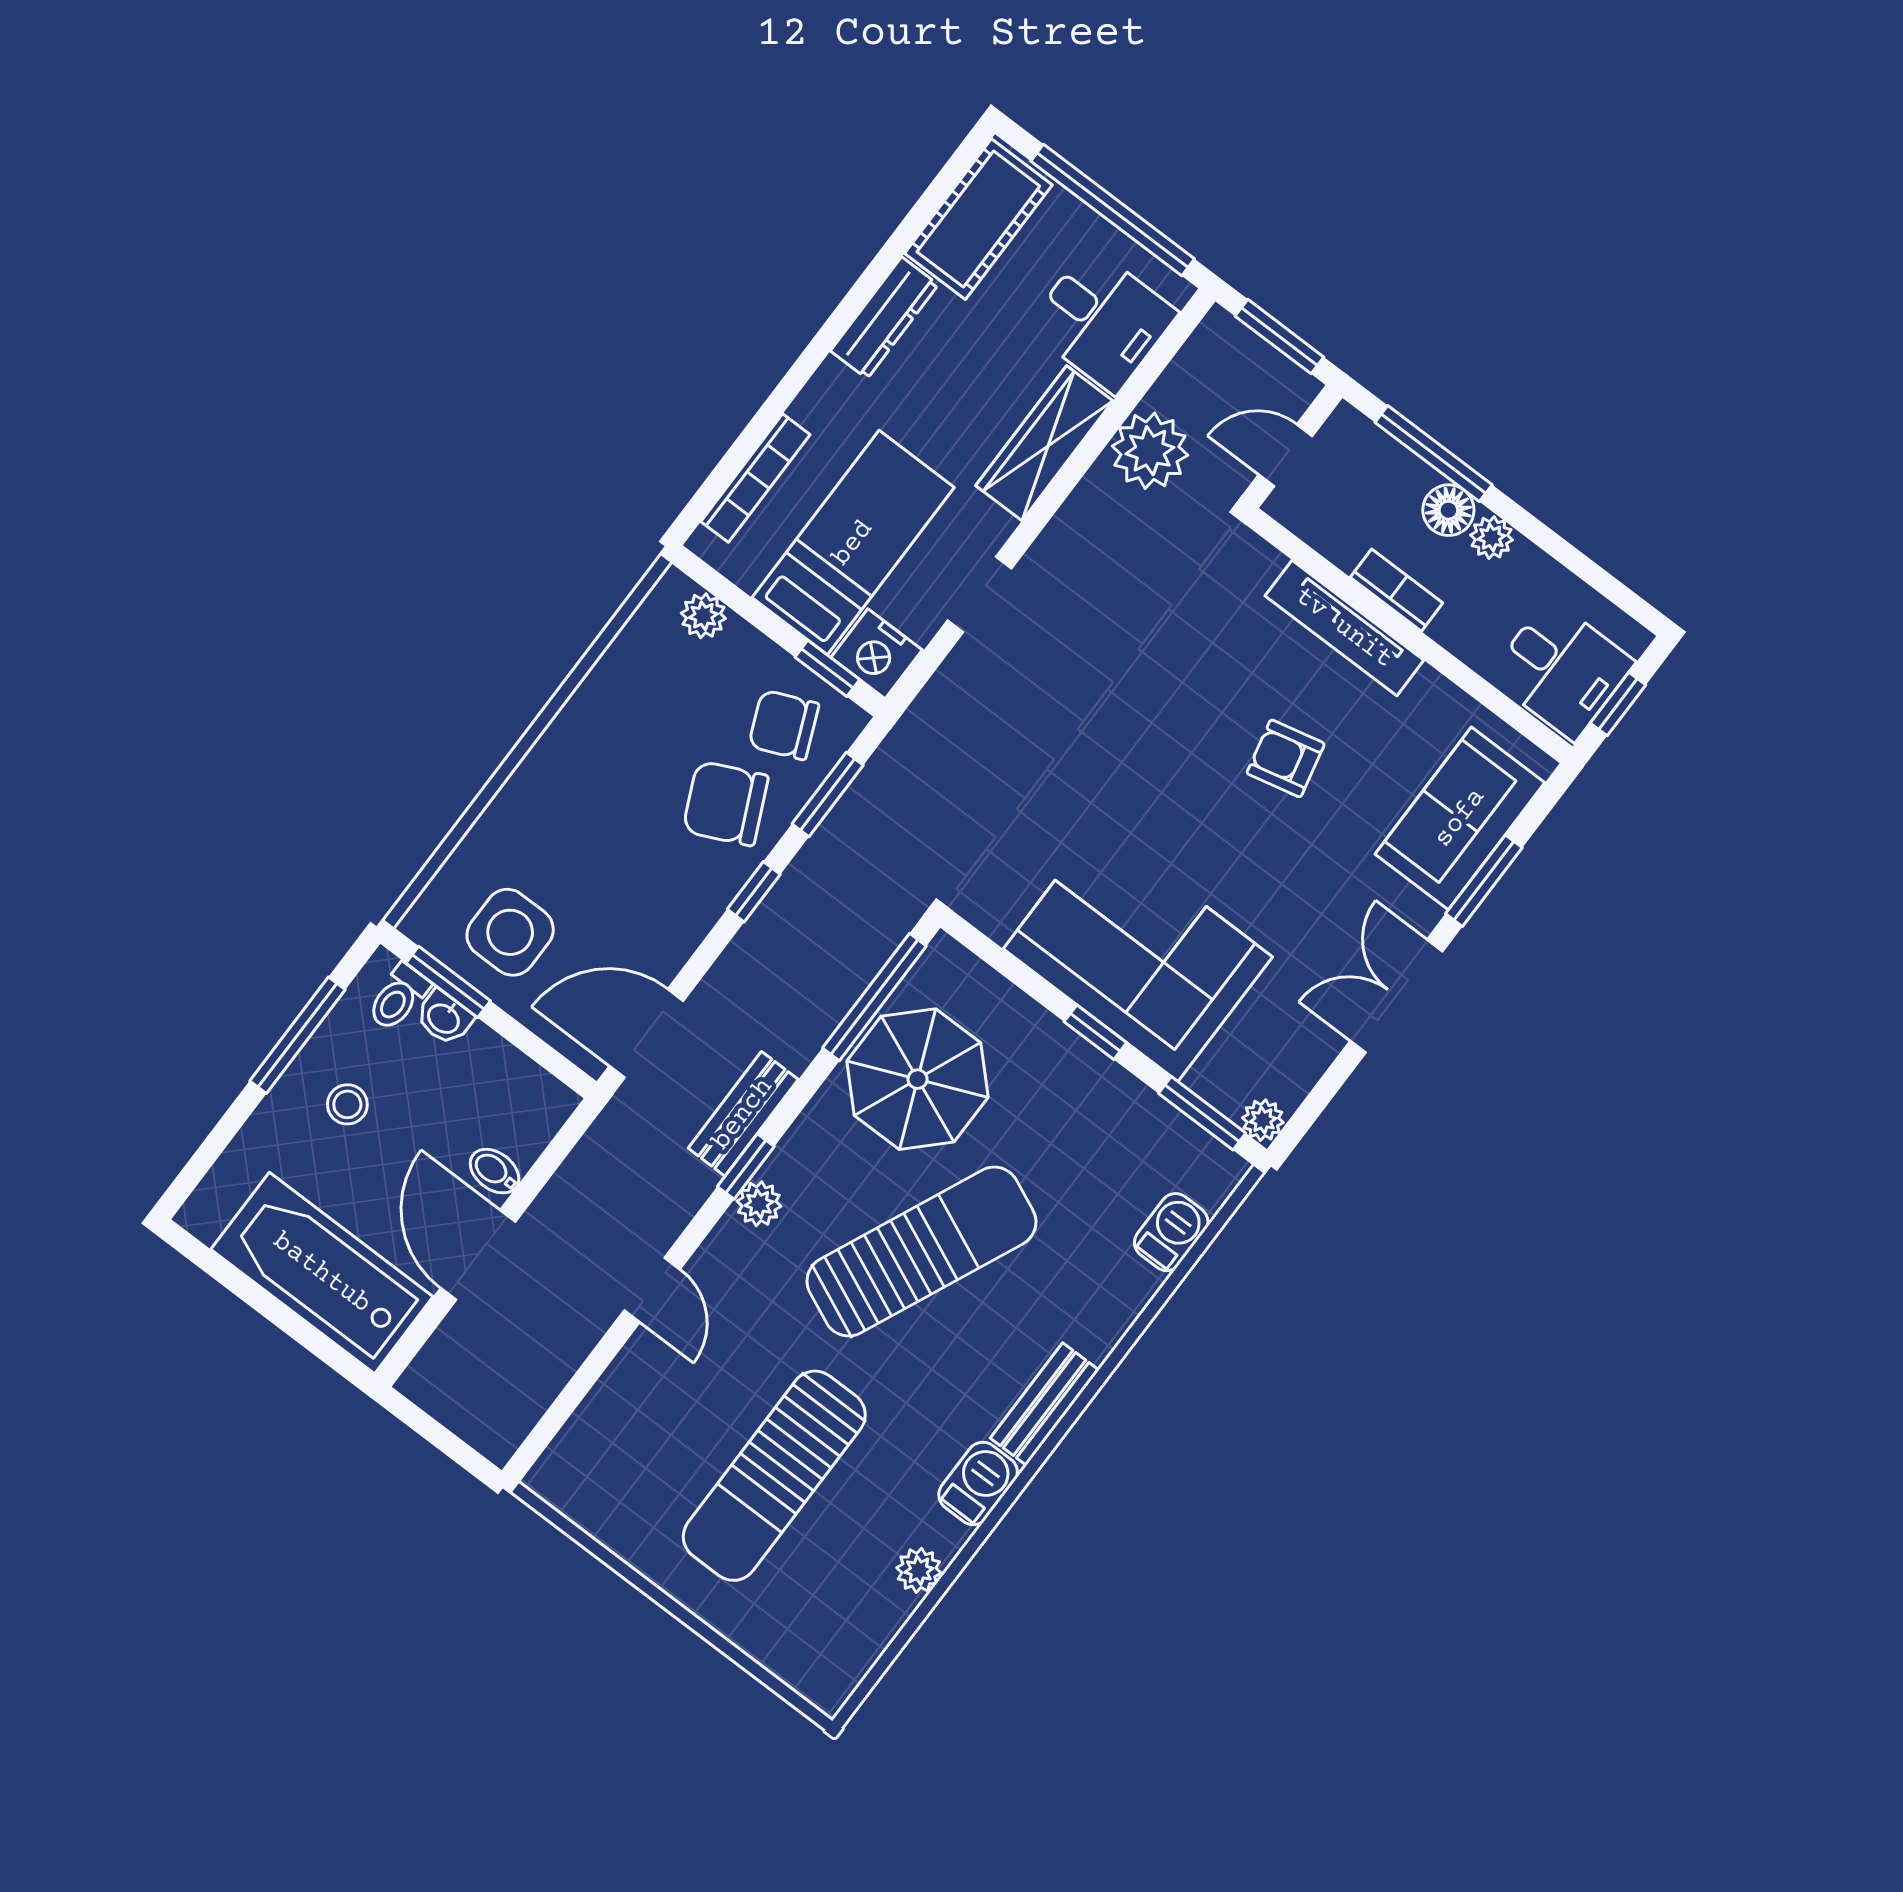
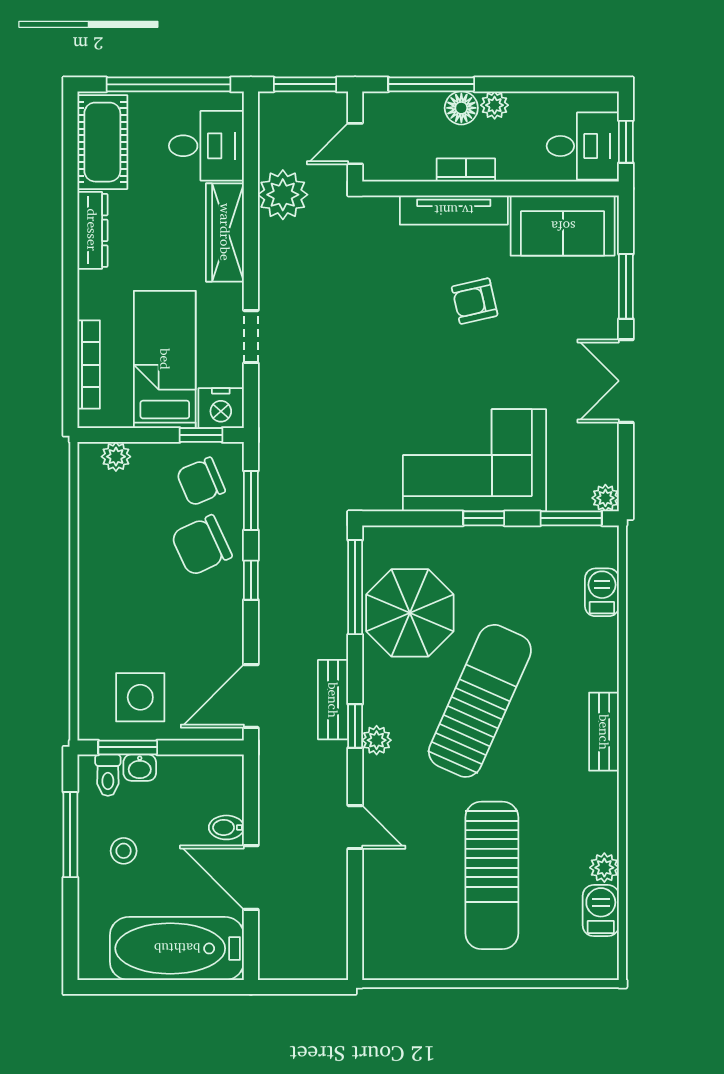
sofa: (1460, 818) -> (563, 226), moved, turned -90
barbecue: (978, 1483) -> (601, 911), moved

